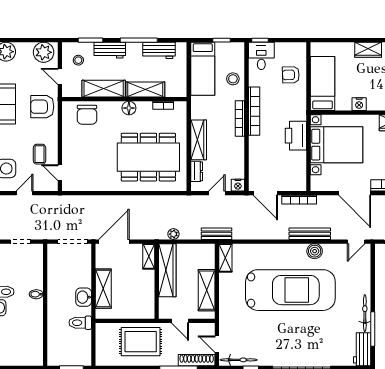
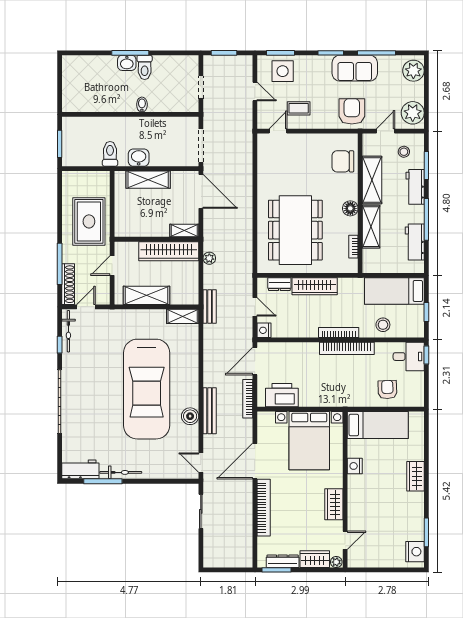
printer: (296, 136) -> (282, 395), moved

